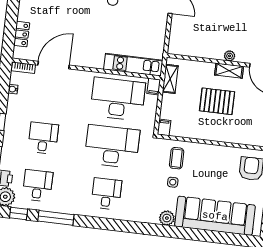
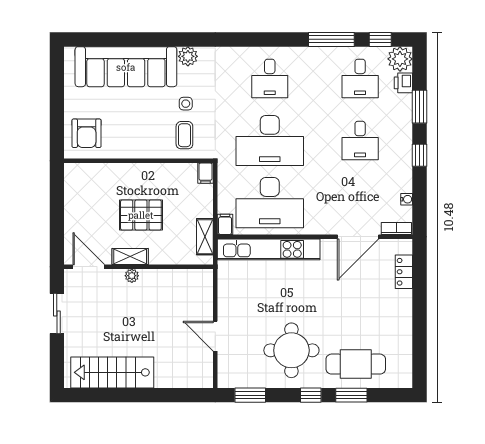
kitchen unit: (133, 65) -> (269, 249), width x1.36

